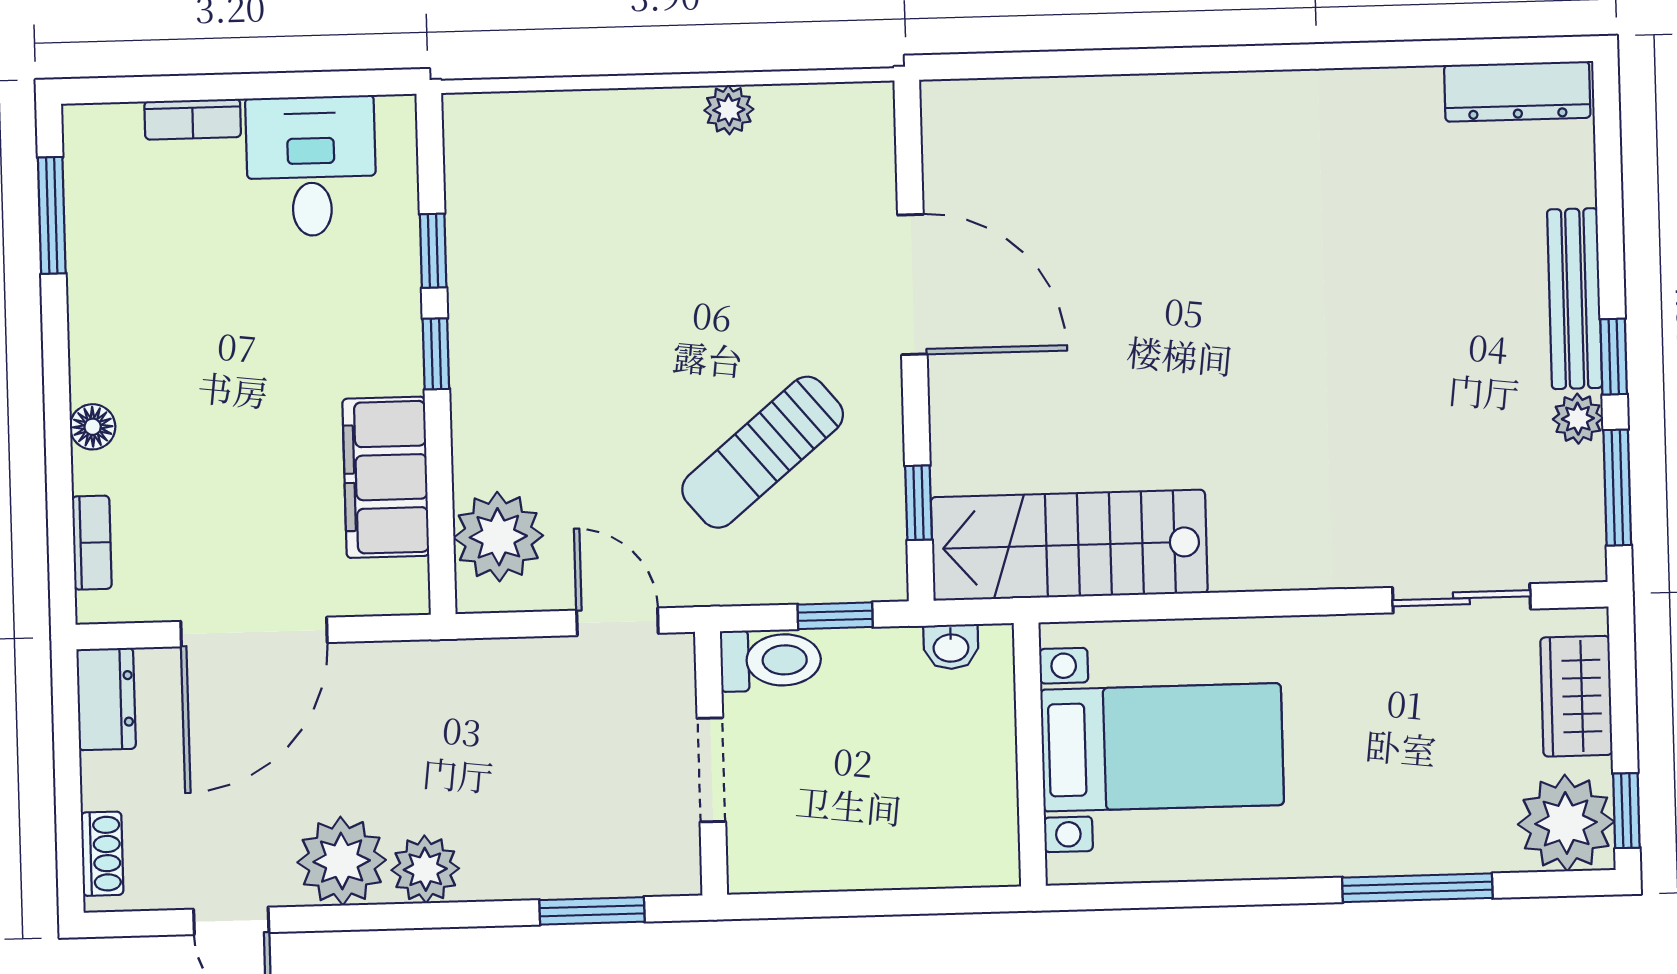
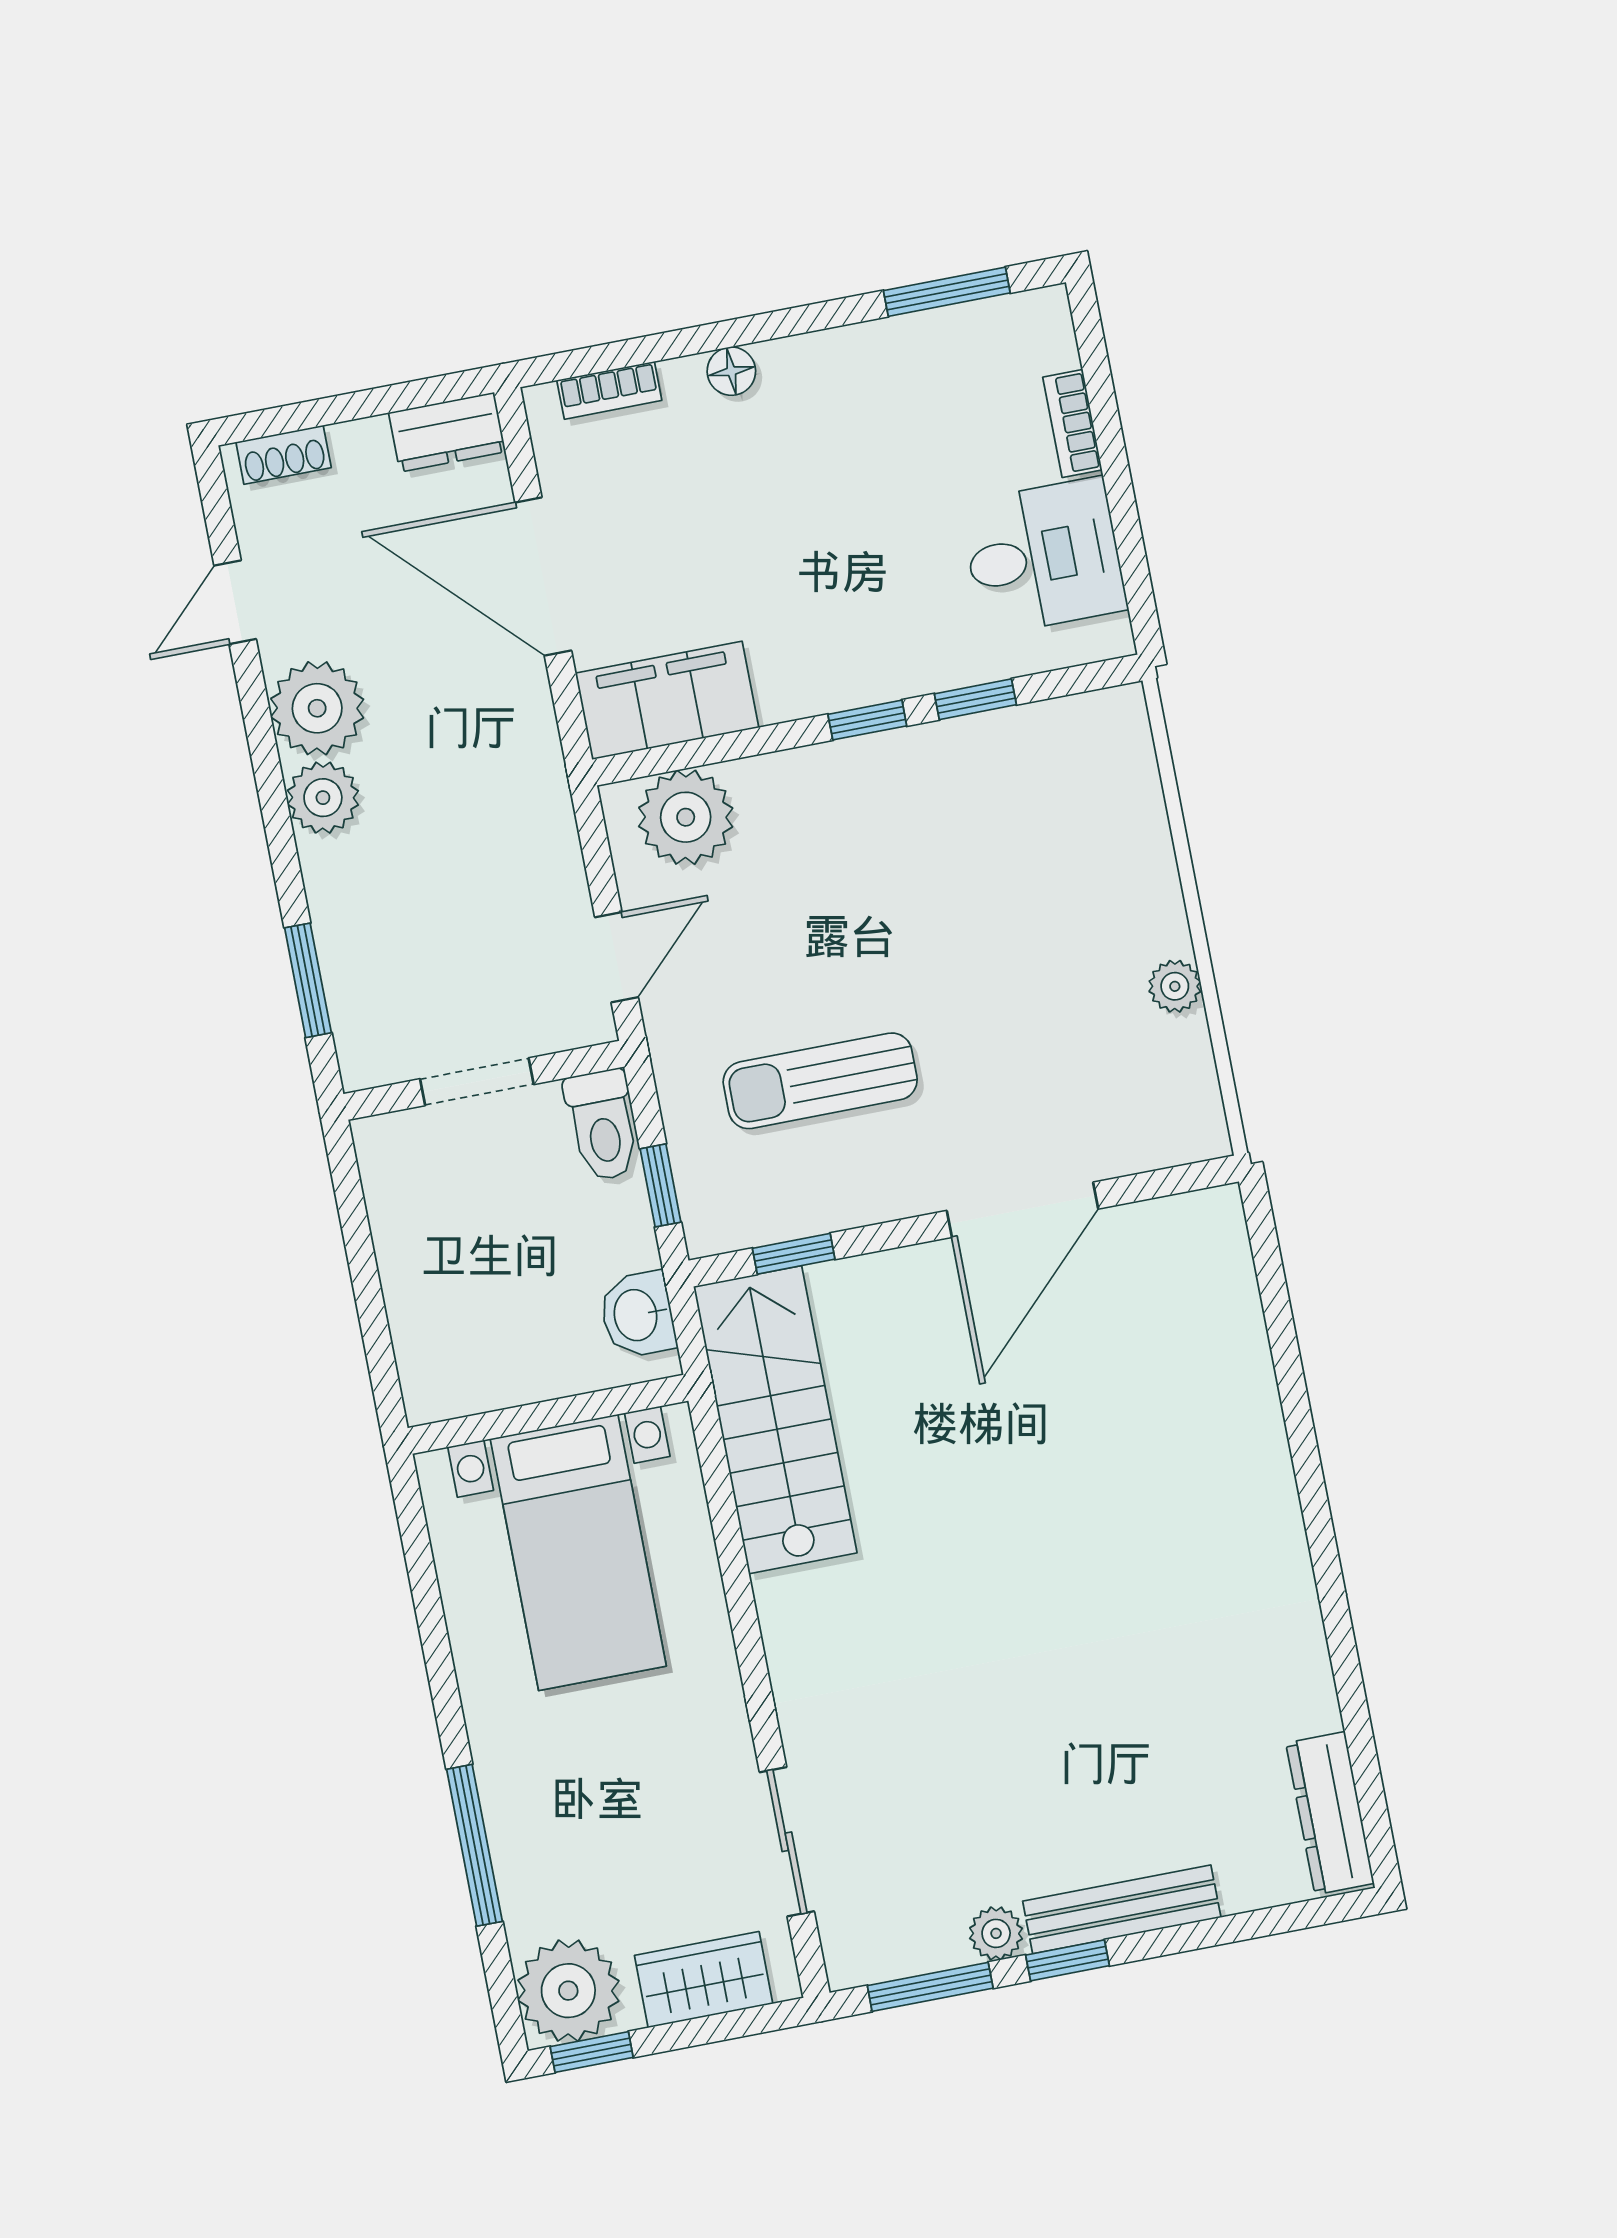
sun lounger: (763, 452) -> (820, 1081), turned -50
filing cabinet: (386, 477) -> (667, 700), moved
washbasin: (951, 647) -> (637, 1315), width x1.38, depth x1.45

